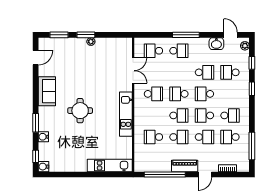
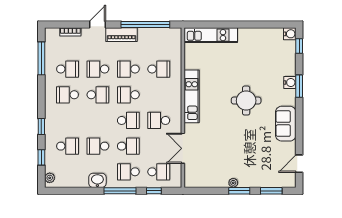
window: (158, 35) -> (154, 191), added
door: (230, 35) -> (67, 191), removed
washbasin: (216, 44) -> (97, 180), moved
school desk: (204, 94) -> (128, 146), moved
water cooler: (43, 137) -> (290, 82), moved

